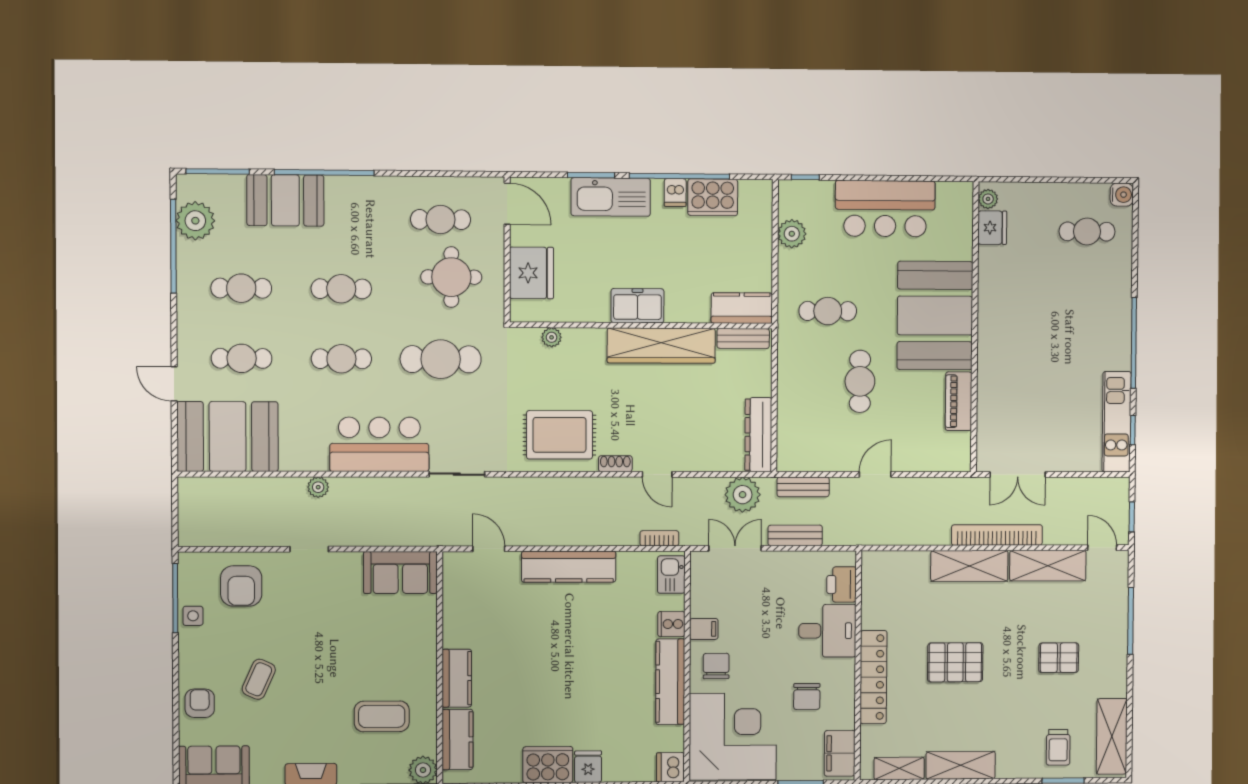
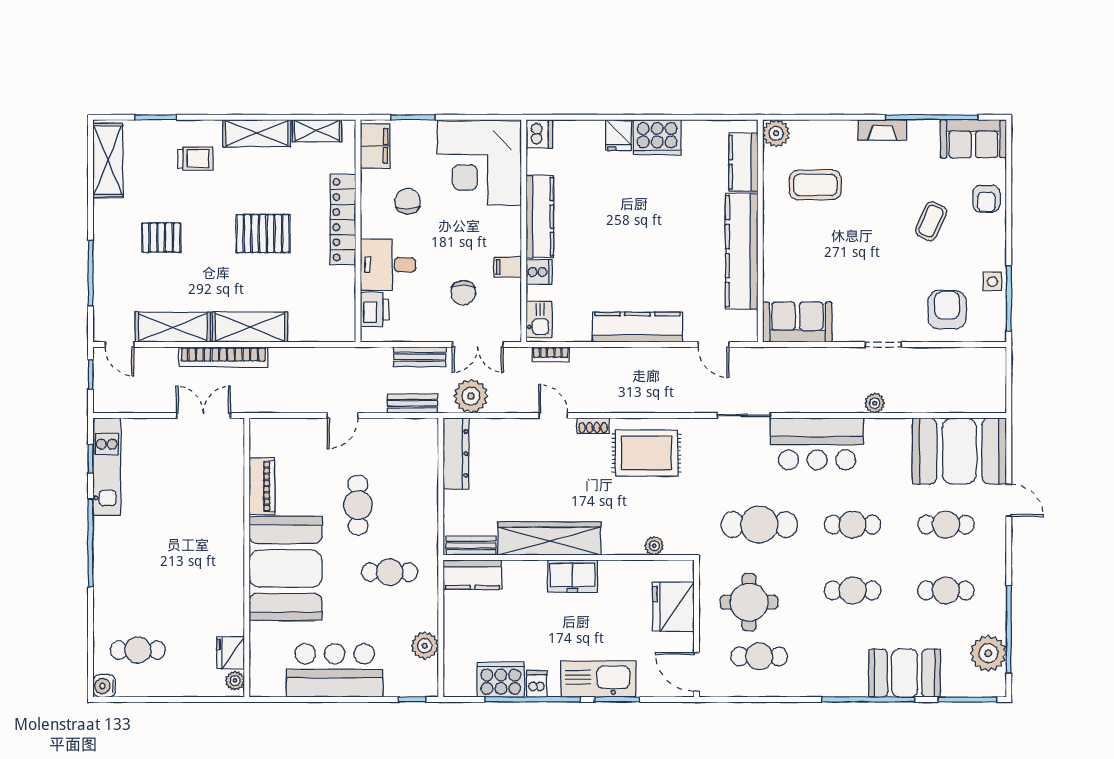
chair: (716, 666) -> (463, 293), moved
kitchen counter: (457, 678) -> (742, 251), width x2.08, depth x1.17
trolley: (1058, 747) -> (195, 159), moved, turned 90

